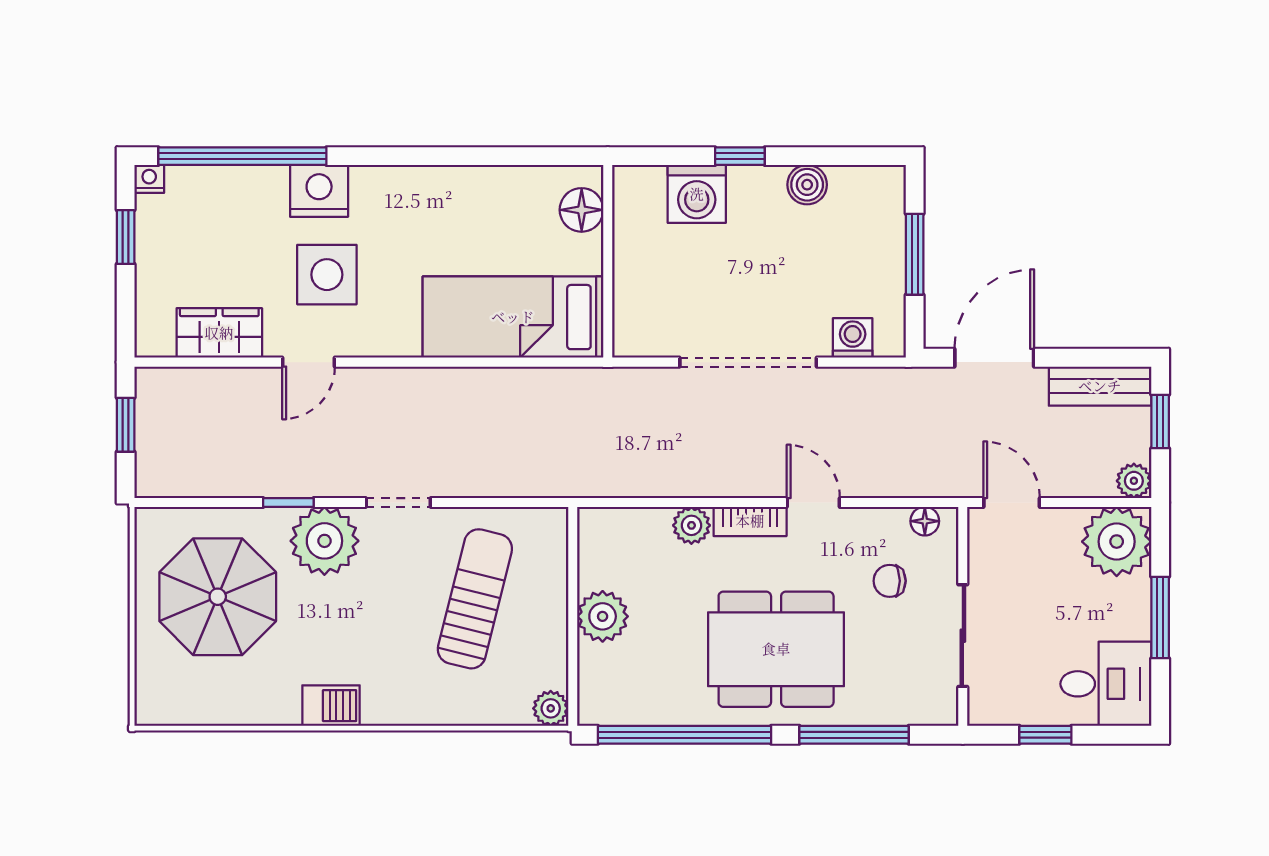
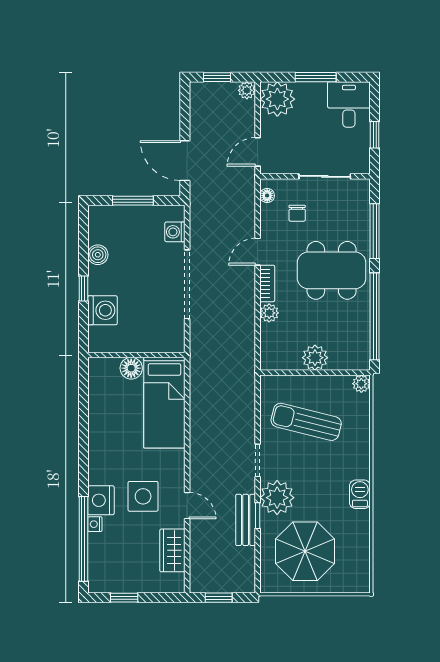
nightstand: (149, 179) -> (95, 524), moved
floor lamp: (582, 210) -> (131, 368), moved
bench: (1100, 386) -> (246, 520), moved
dining table: (776, 649) -> (332, 270), turned 90

